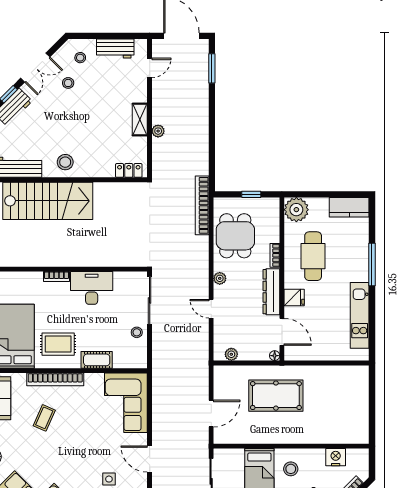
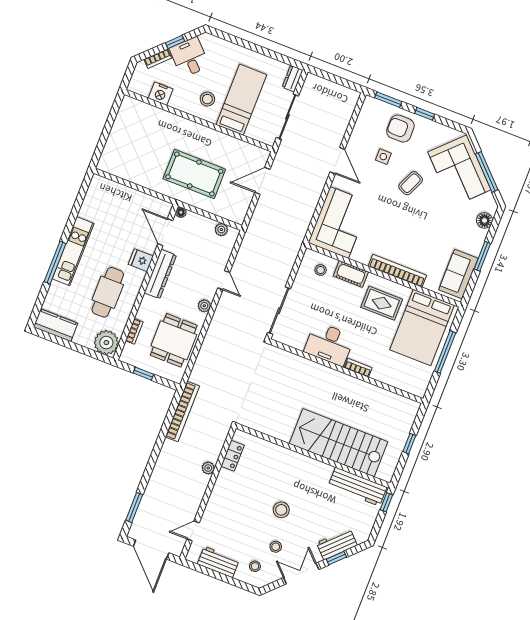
shelving: (140, 119) -> (221, 486), removed
stool: (65, 162) -> (281, 510), moved
locker: (129, 170) -> (233, 456), moved, turned -90
bookcase: (202, 205) -> (182, 411), moved
bookcase: (275, 255) -> (134, 331), moved
kitchen unit: (360, 315) -> (73, 251), moved
stool: (137, 332) -> (321, 270), moved
coffee table: (44, 418) -> (411, 183), moved

